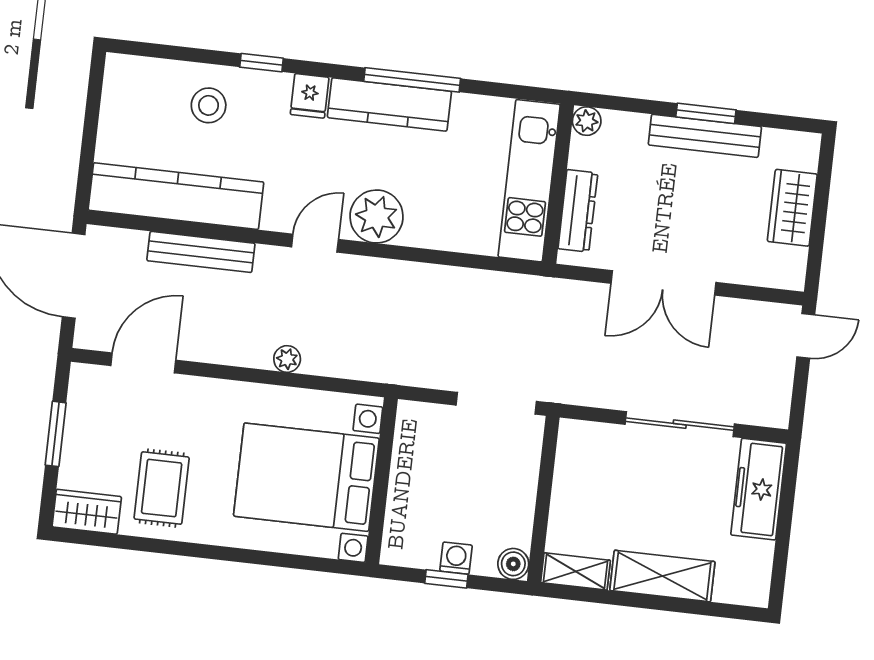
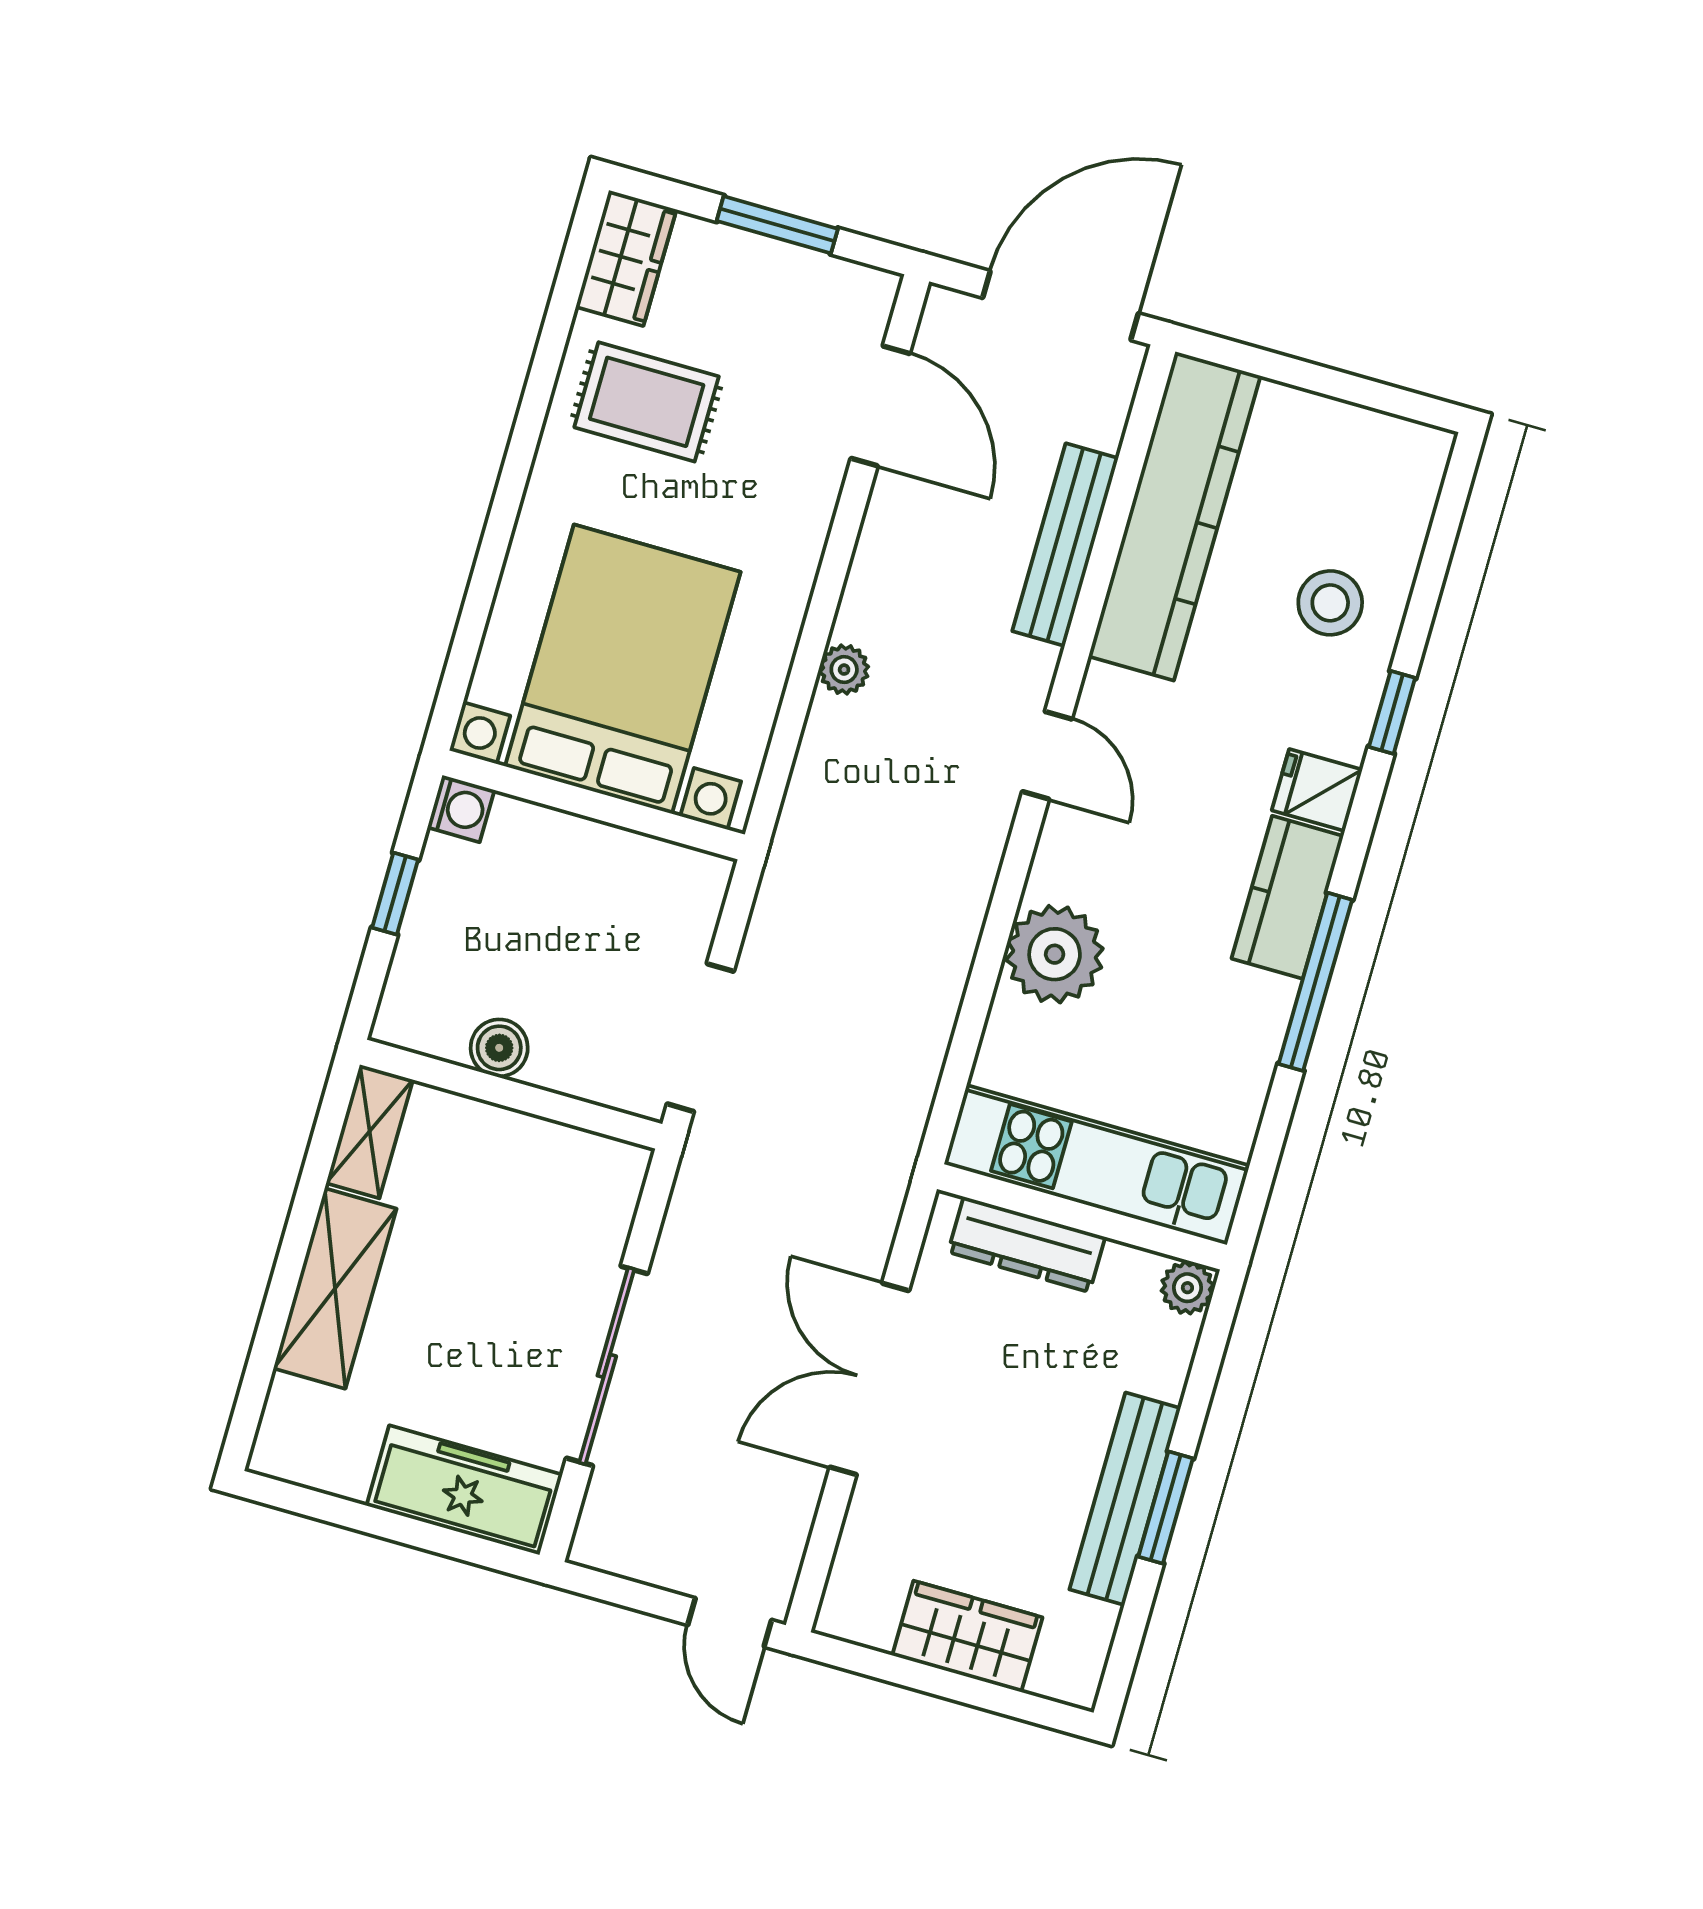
kitchen counter: (389, 104) -> (1287, 897), width x0.67
plant: (376, 216) -> (1055, 954), moved
washing machine: (456, 558) -> (461, 809), moved
boiler: (513, 564) -> (499, 1048), moved

